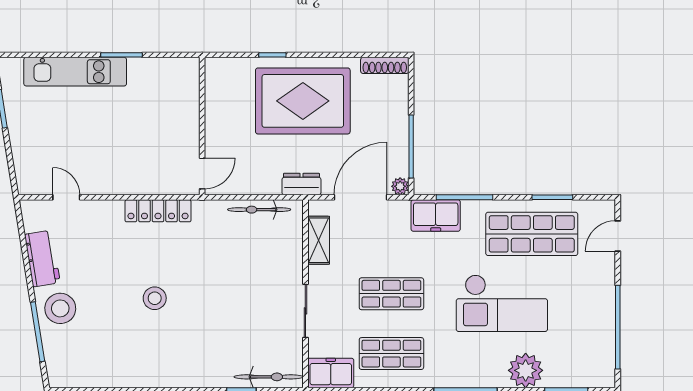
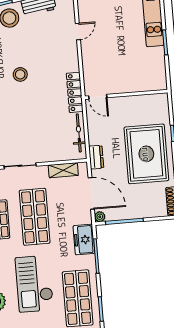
door: (66, 197) -> (78, 32), moved
locker: (158, 211) -> (75, 92), moved
shop shelf: (391, 294) -> (35, 217), width x1.43, depth x1.36

